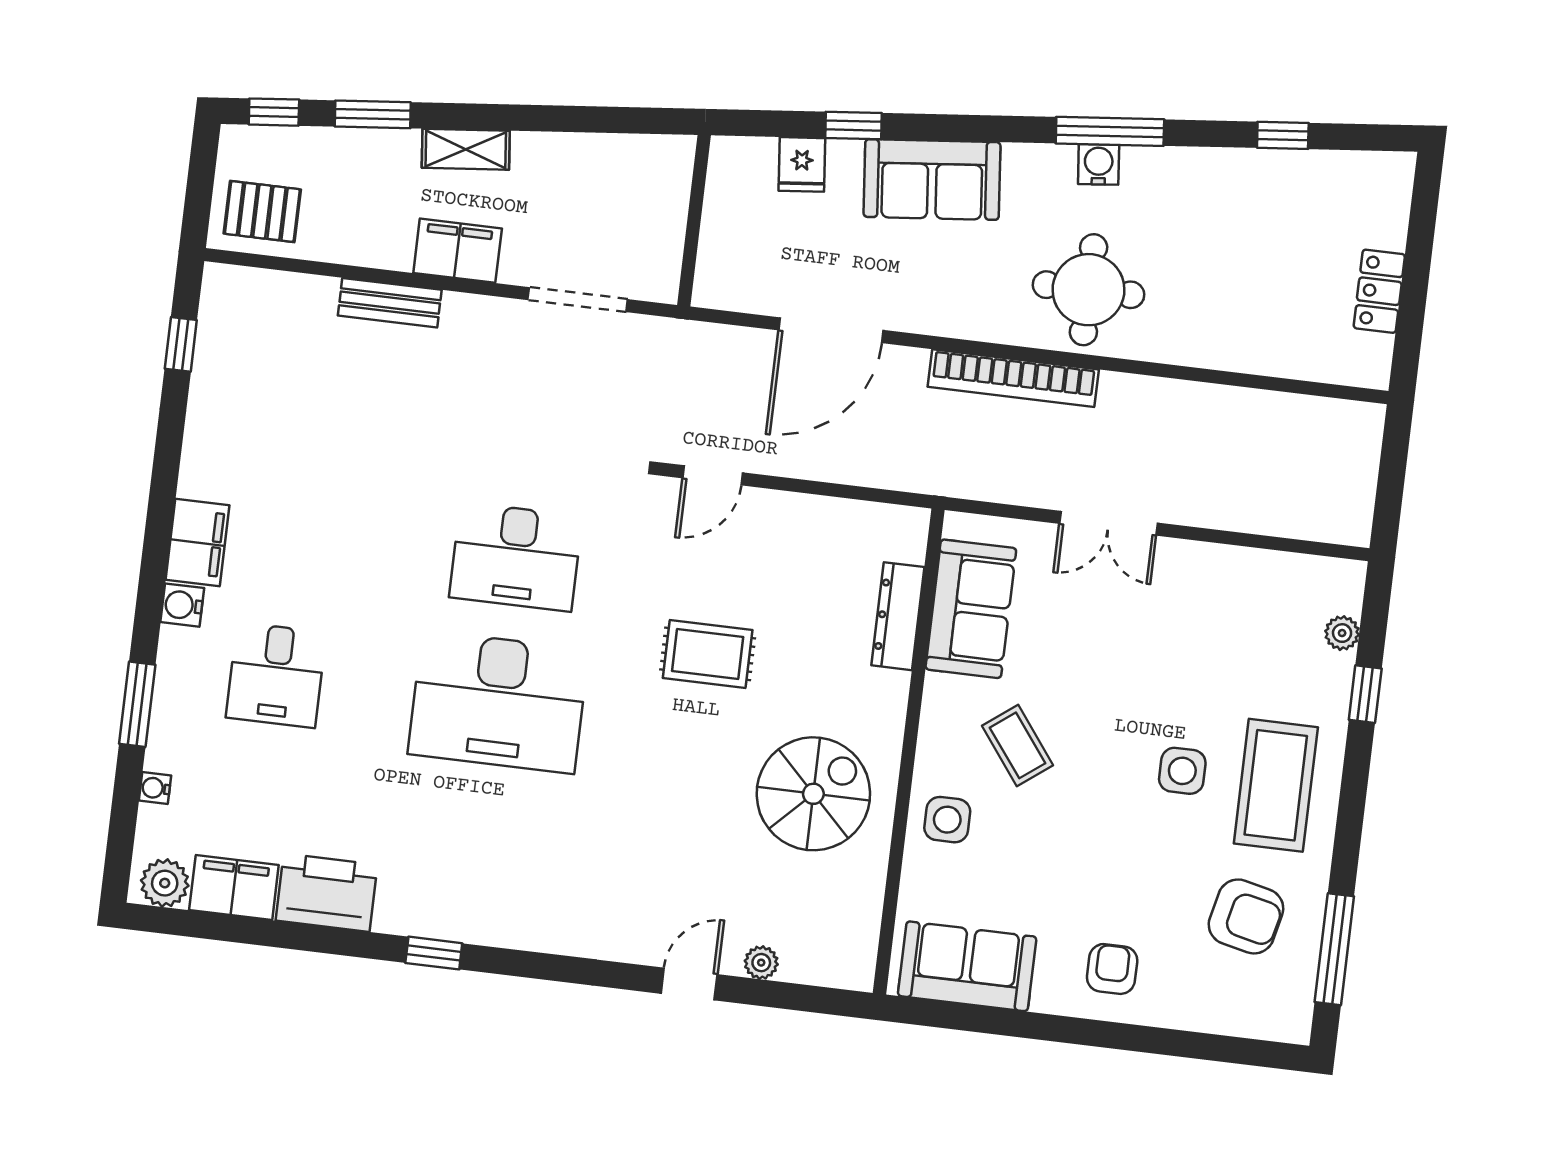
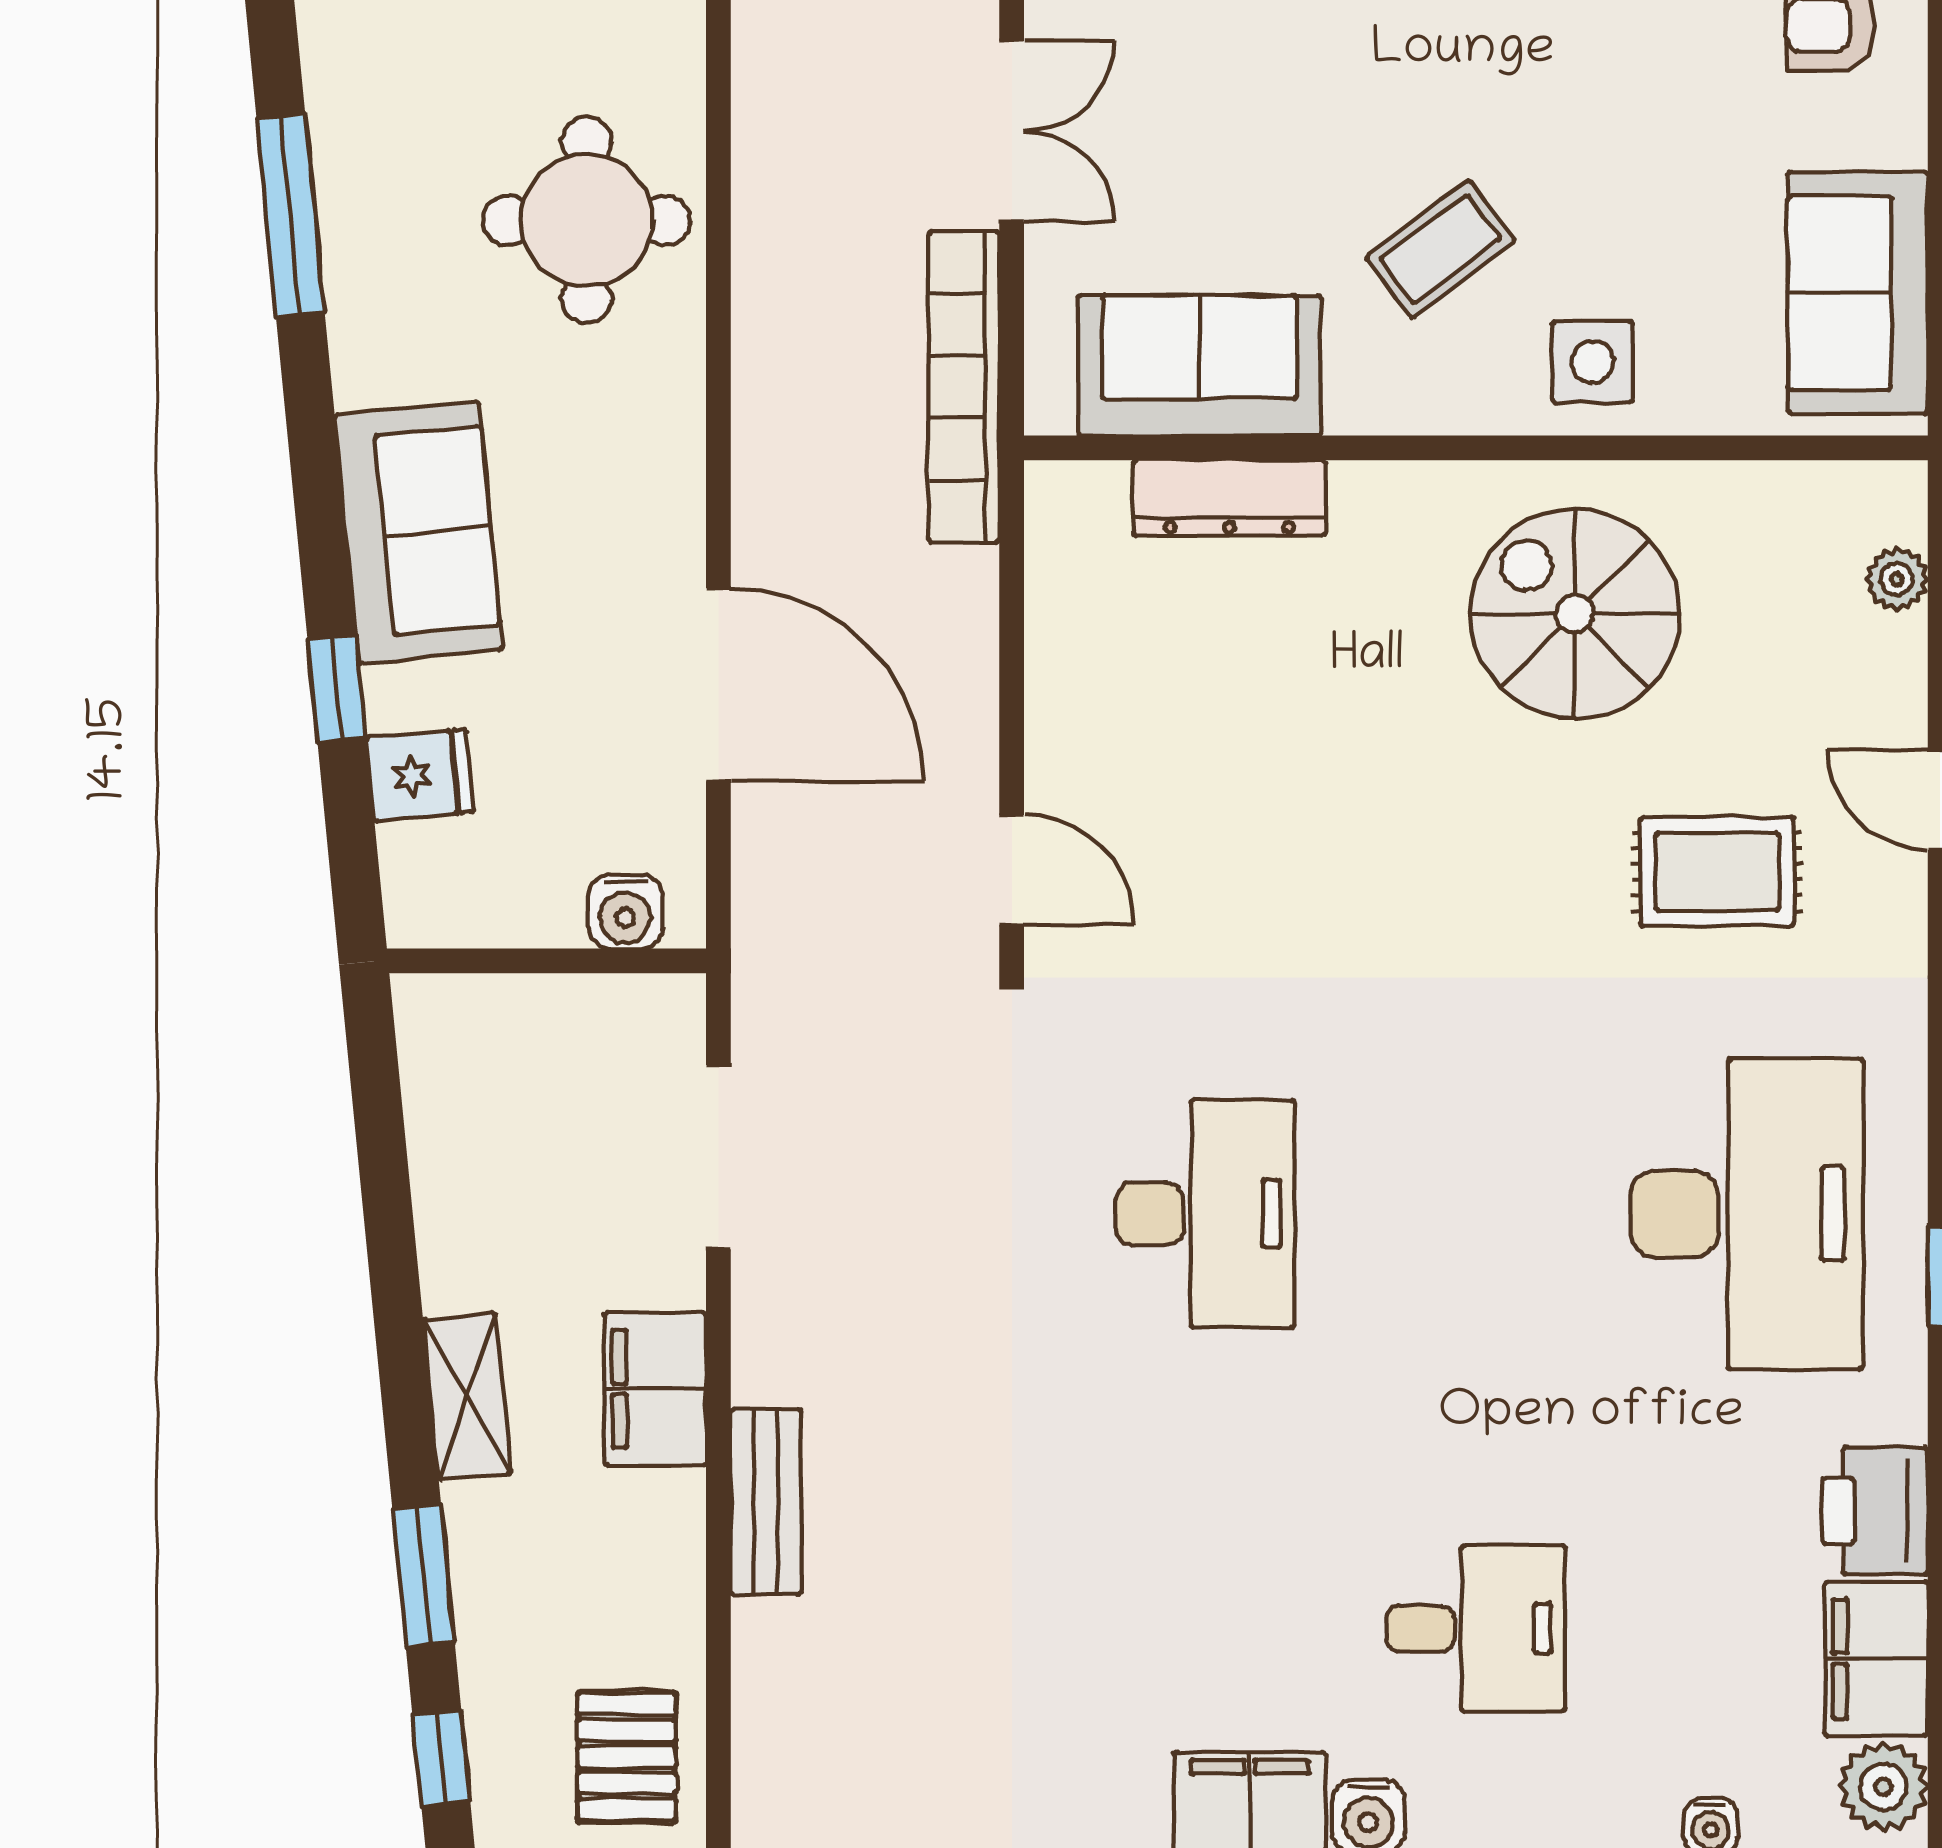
water cooler: (1099, 164) -> (625, 912), moved, turned -84
bookcase: (1013, 378) -> (964, 387), moved, turned 180
rug: (708, 654) -> (1717, 872), moved, turned 90
desk: (498, 702) -> (1747, 1214), moved
printer: (327, 893) -> (1875, 1511), width x0.73, depth x0.84
plant: (761, 963) -> (1897, 579), moved

